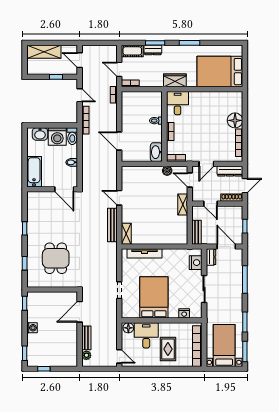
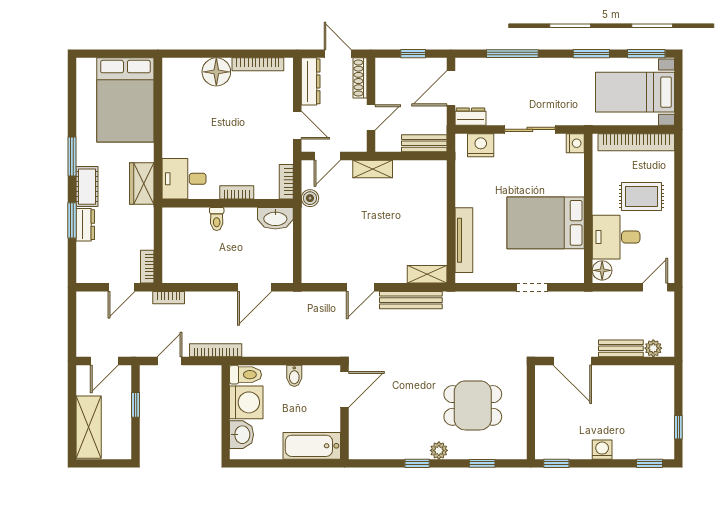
cot: (132, 51) -> (87, 187), moved
plant: (31, 240) -> (439, 450), added
nightstand: (184, 313) -> (575, 143), moved

